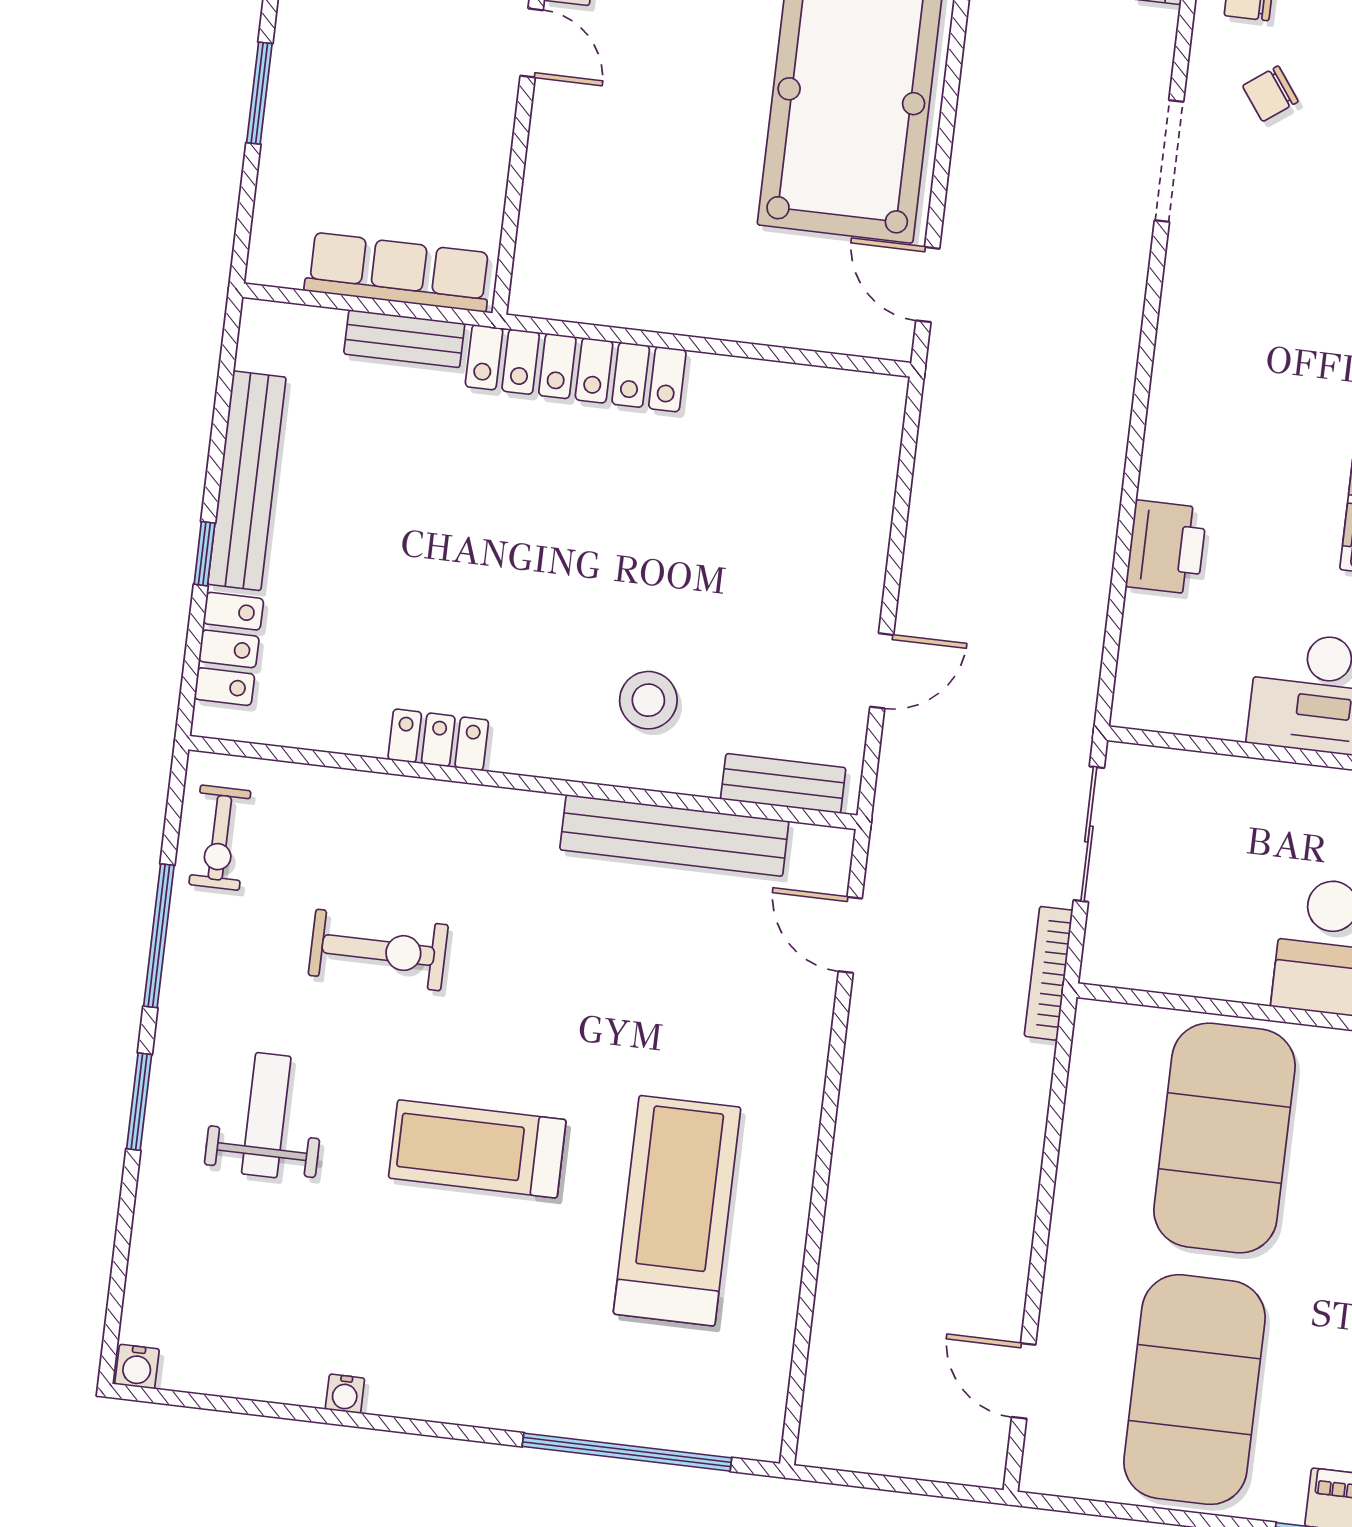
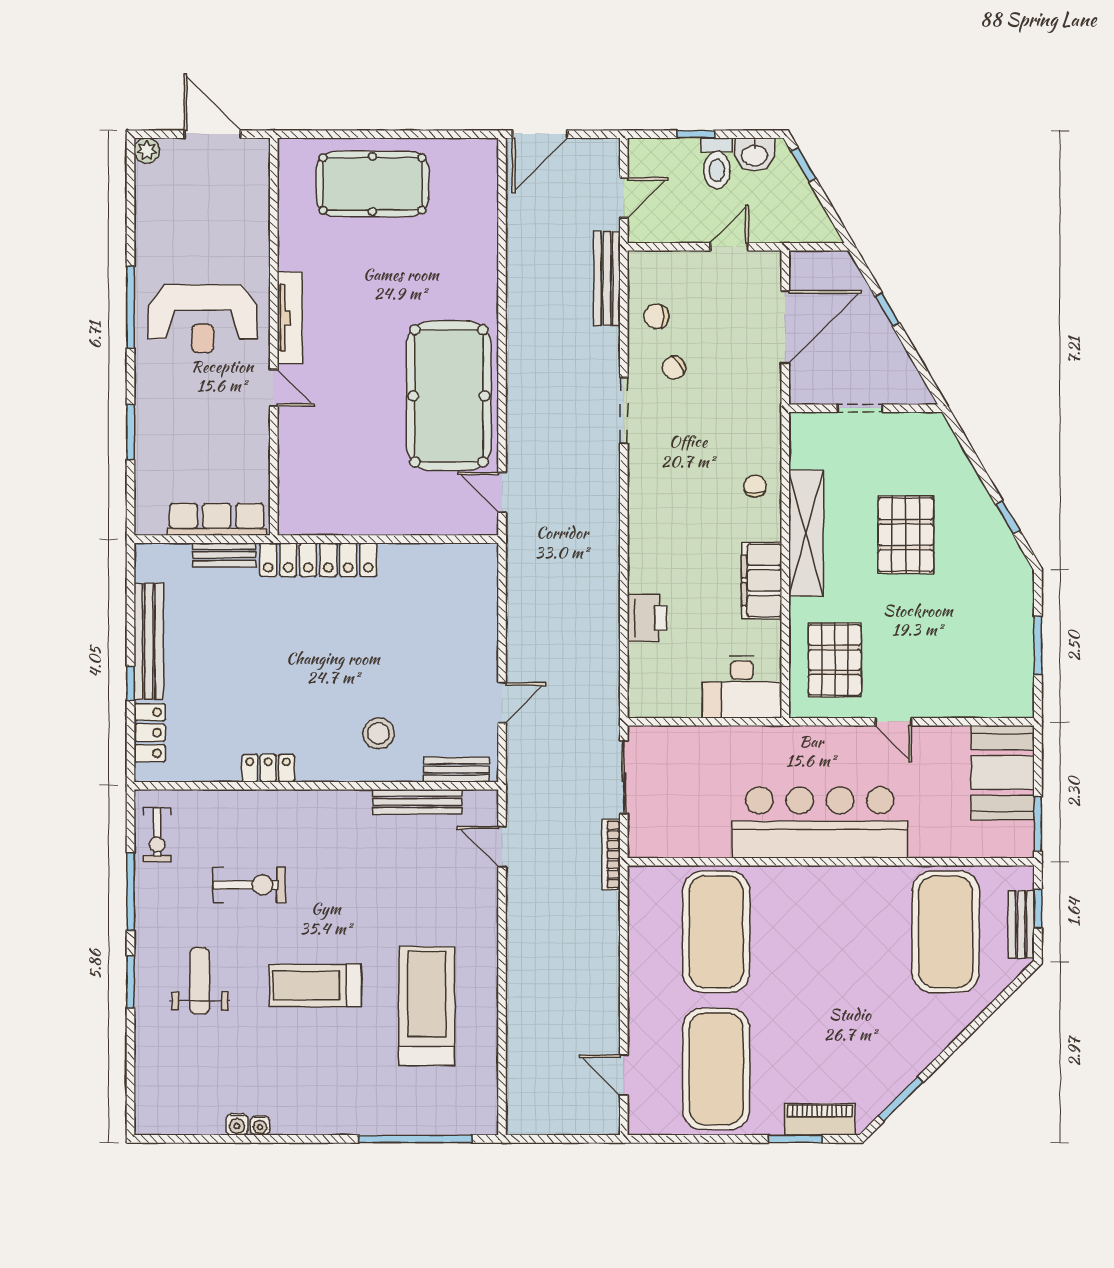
bench: (674, 835) -> (417, 802), width x0.73, depth x0.82
water cooler: (137, 1367) -> (237, 1124), moved

